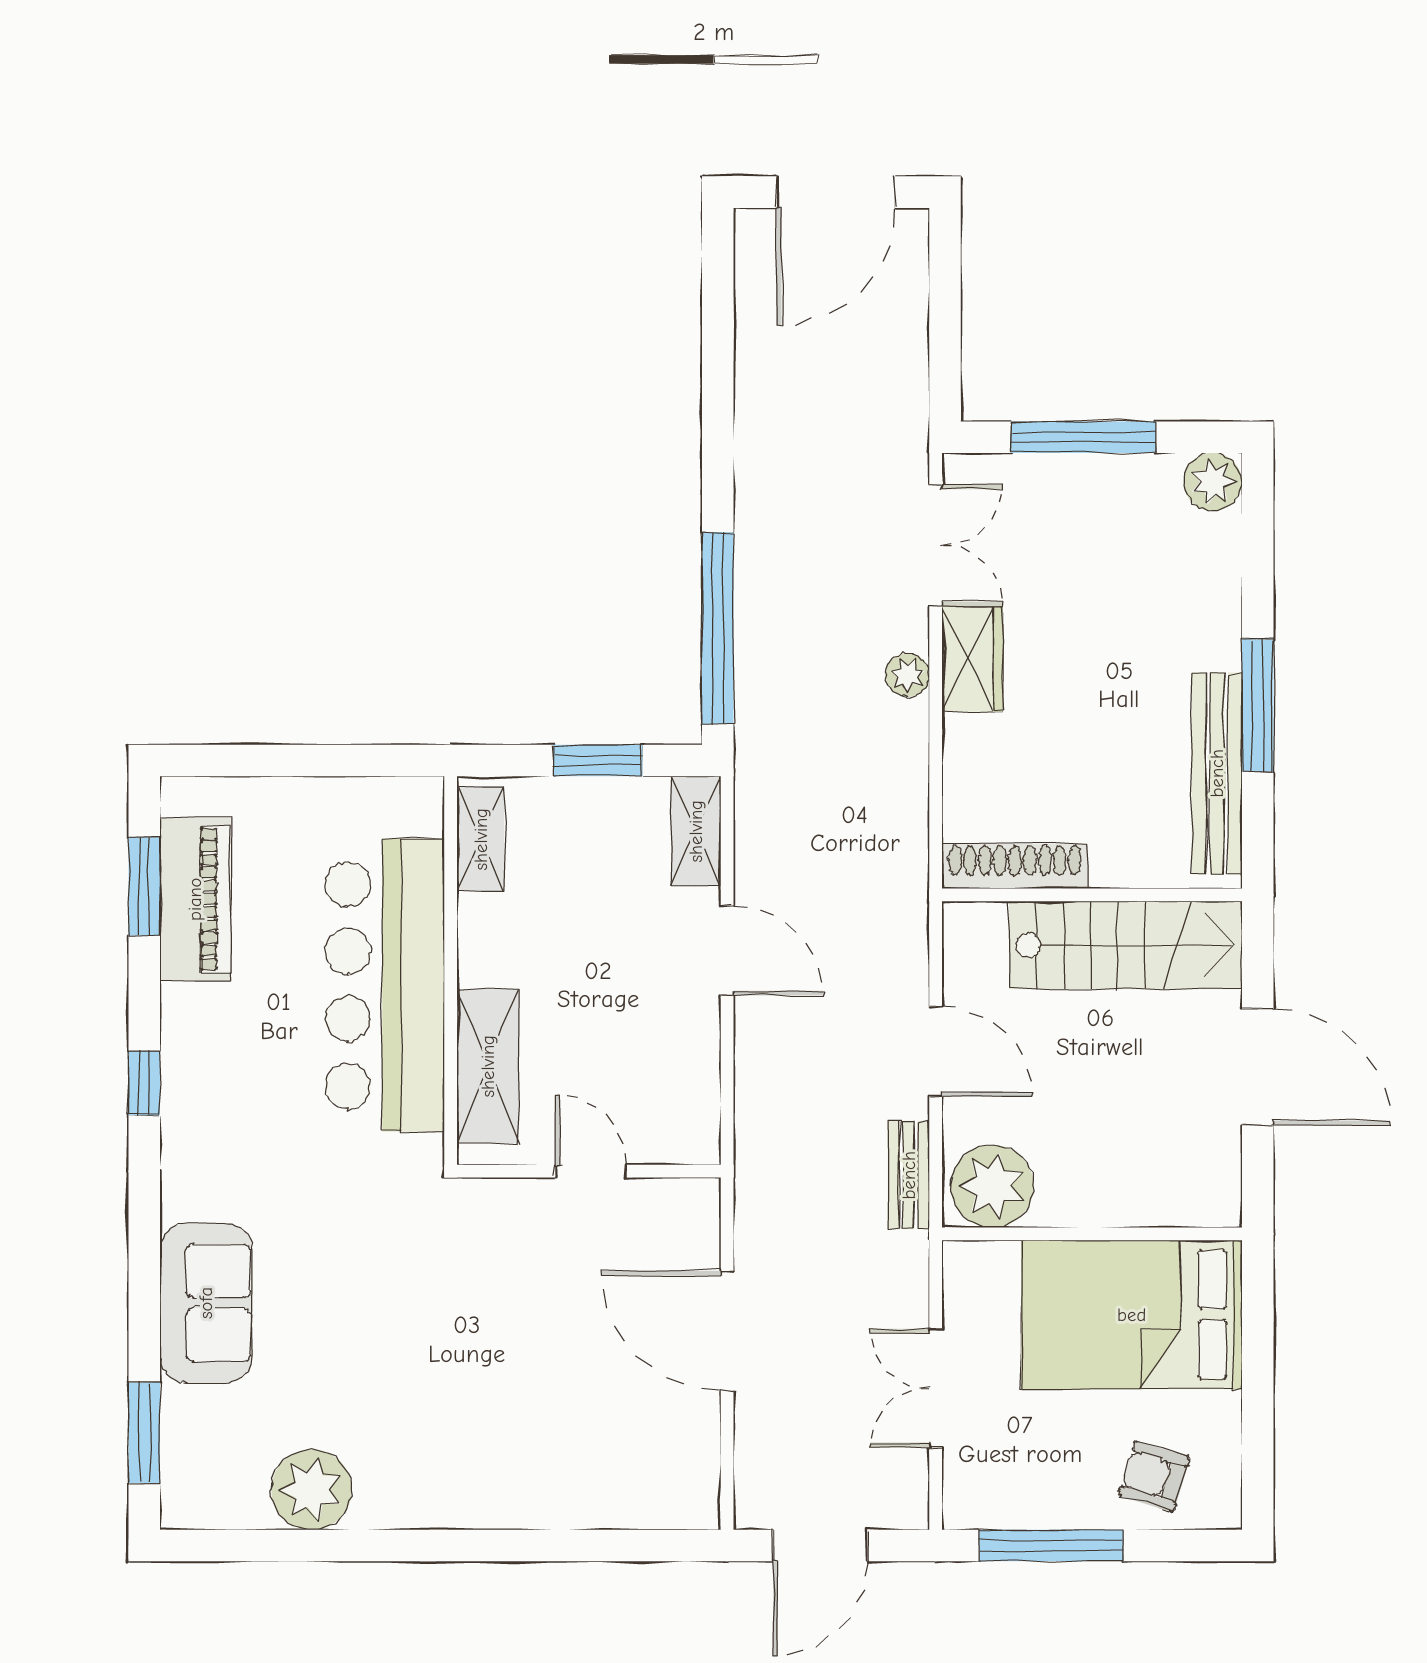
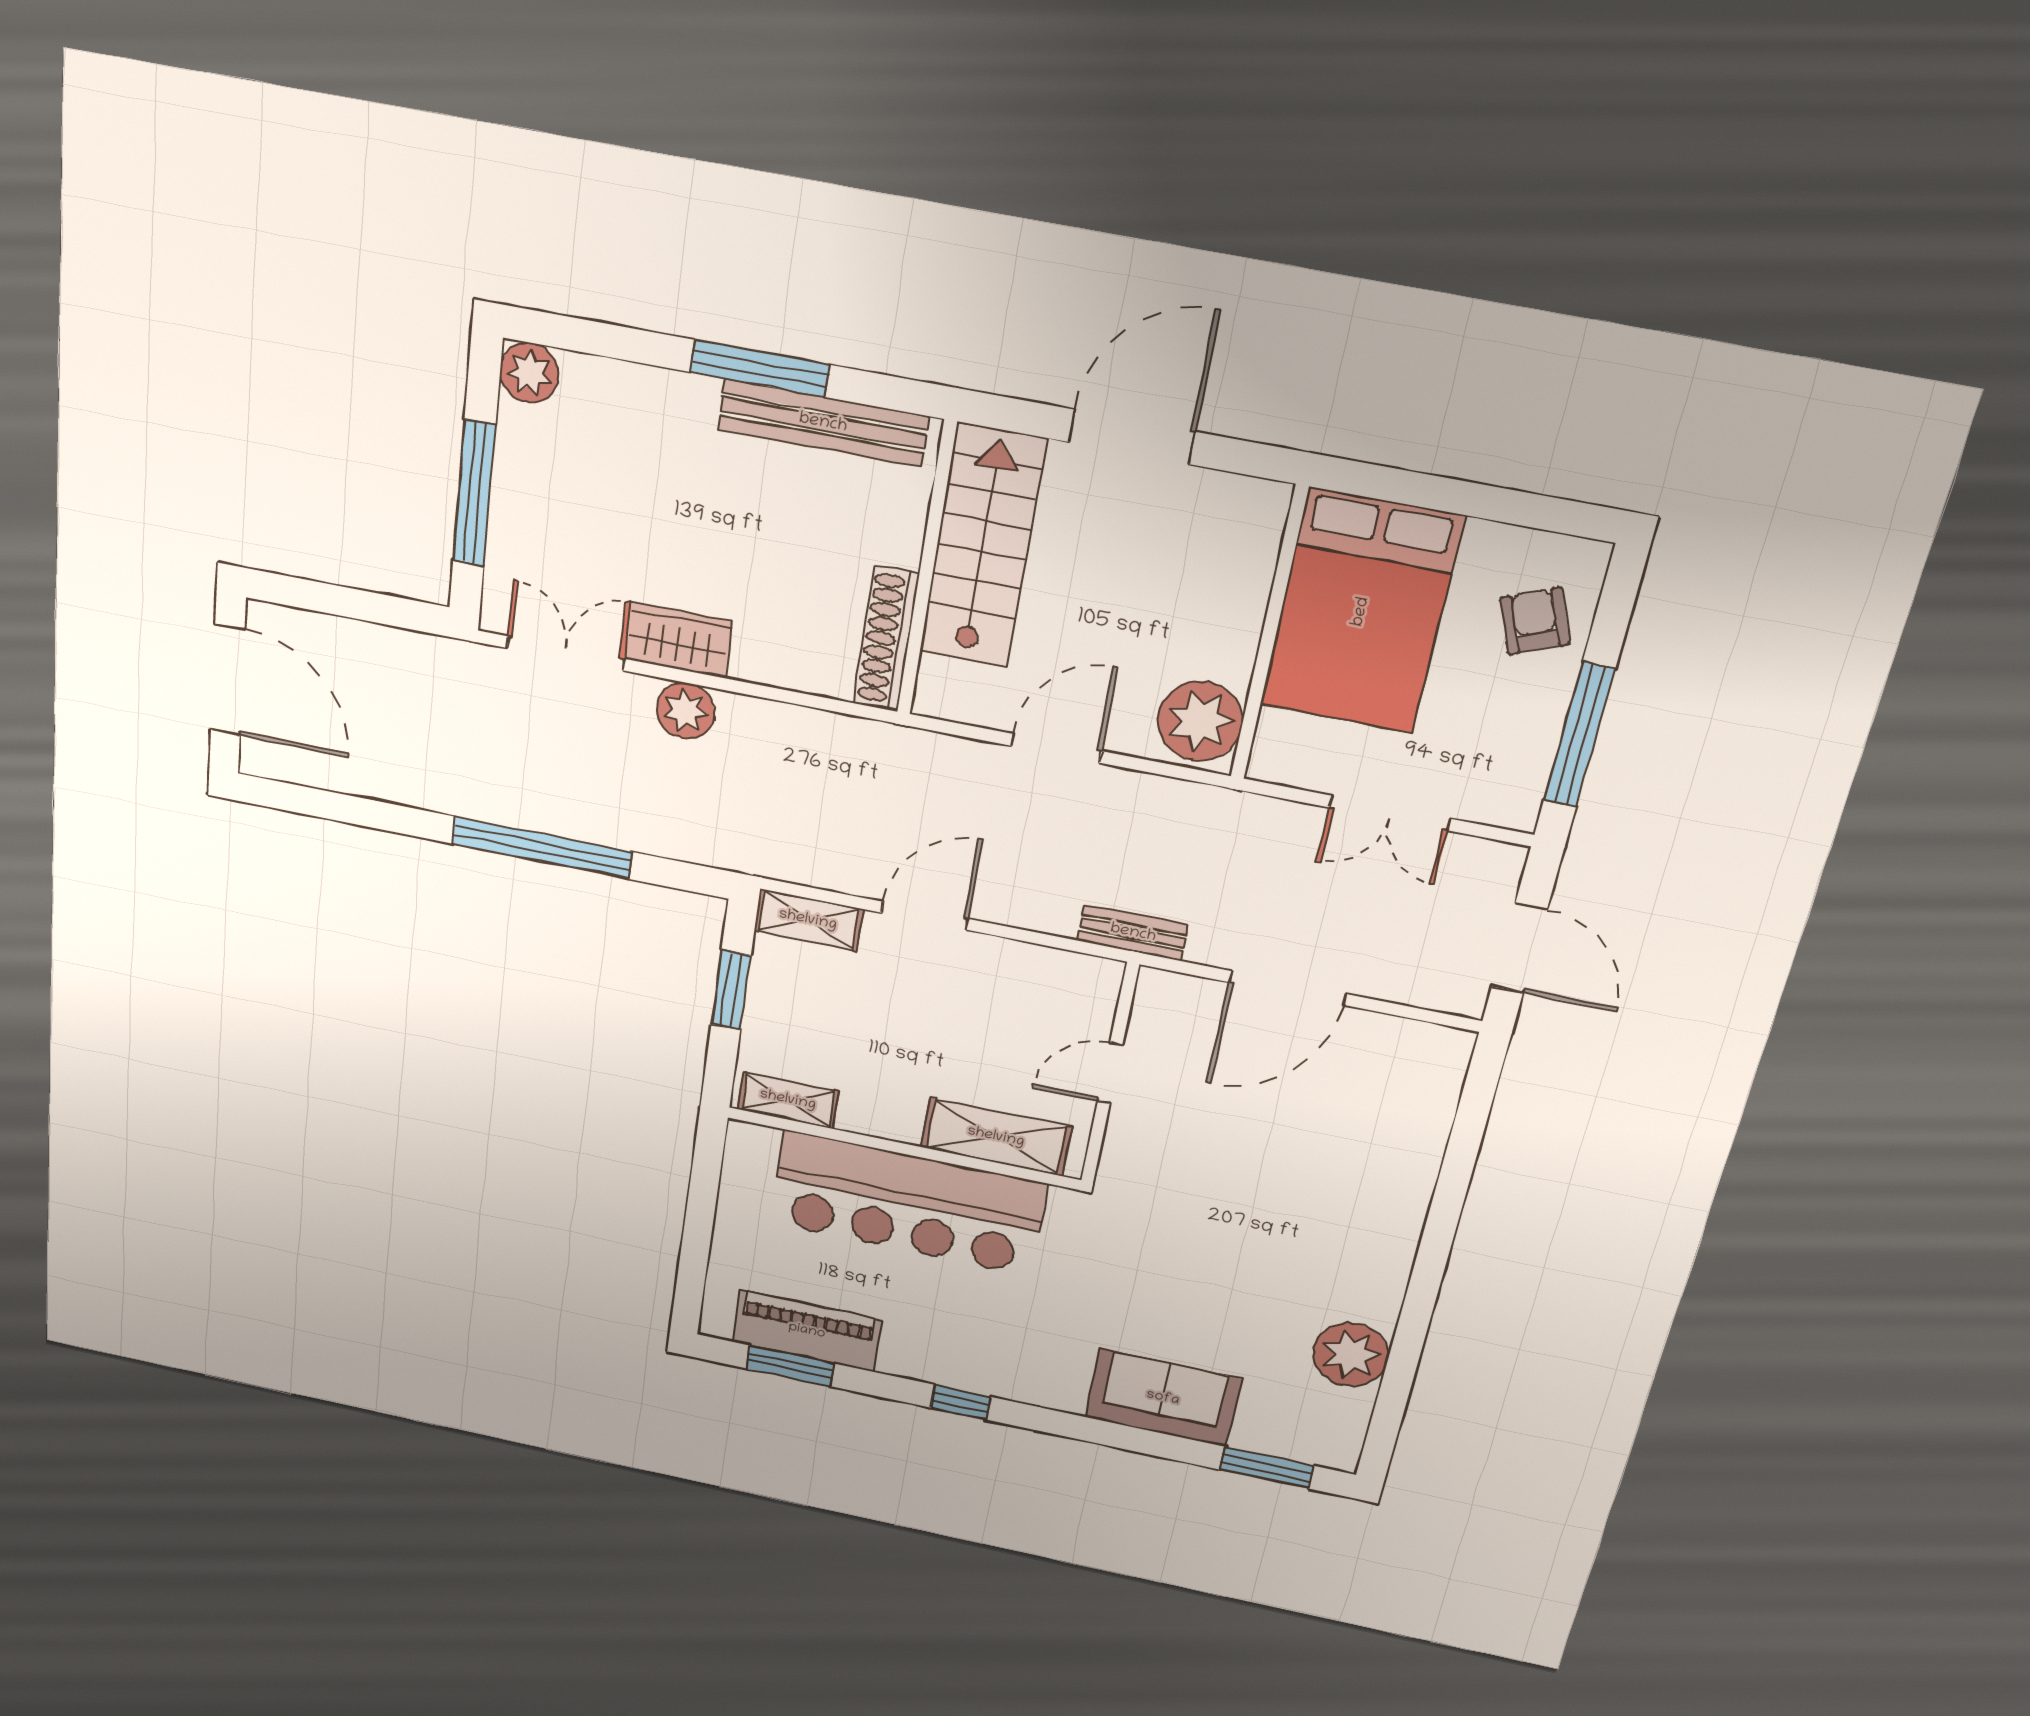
window: (718, 628) -> (542, 848), moved
plant: (908, 675) -> (686, 711), width x1.38, depth x1.38
bench: (909, 1175) -> (1133, 933), moved
armchair: (1154, 1476) -> (1535, 621), turned 141

